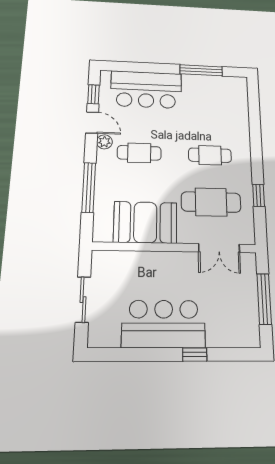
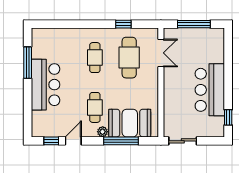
bar counter: (146, 90) -> (46, 85), moved
plant: (104, 142) -> (103, 132), moved
booth: (145, 222) -> (130, 123), moved, turned 90
sliding door: (83, 300) -> (183, 141), moved
window: (195, 355) -> (228, 117), moved

